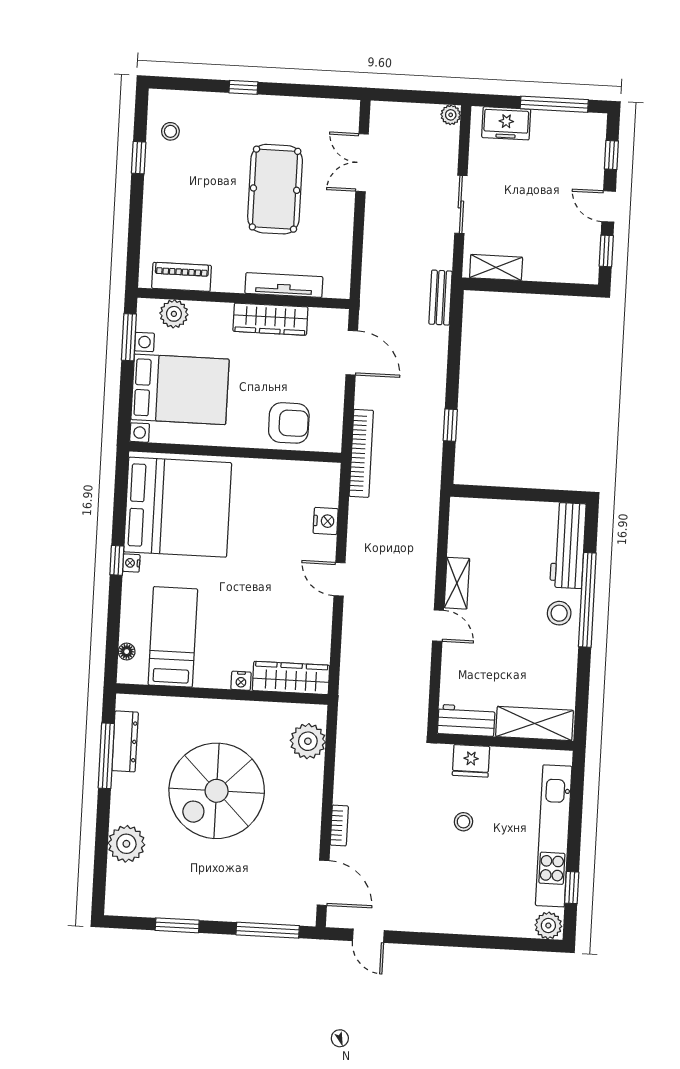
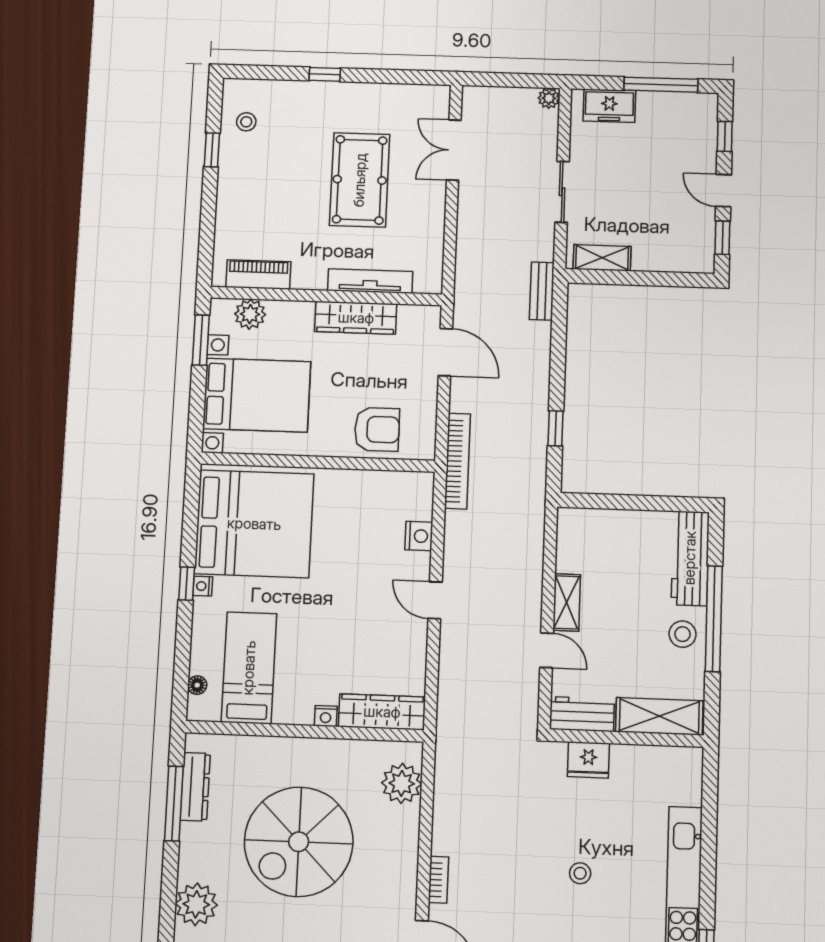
workbench: (466, 720) -> (582, 714), moved
shelving: (535, 723) -> (659, 716), moved
wall: (505, 742) -> (627, 738), moved
fridge: (471, 761) -> (588, 760), moved

